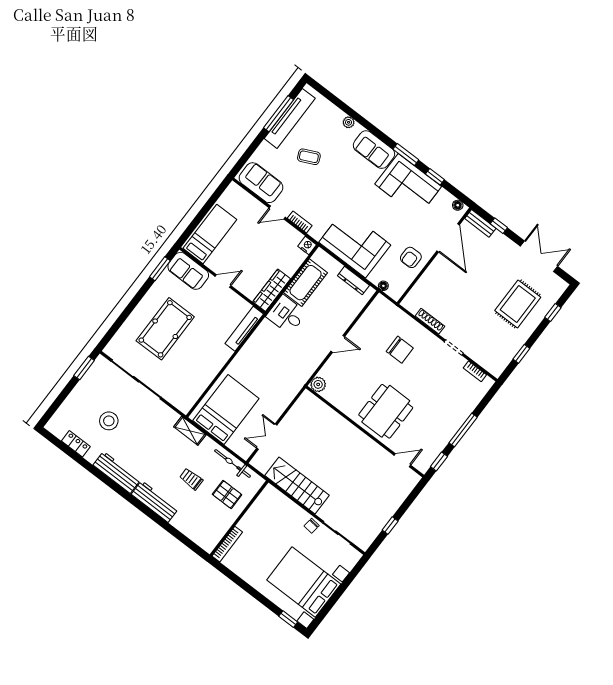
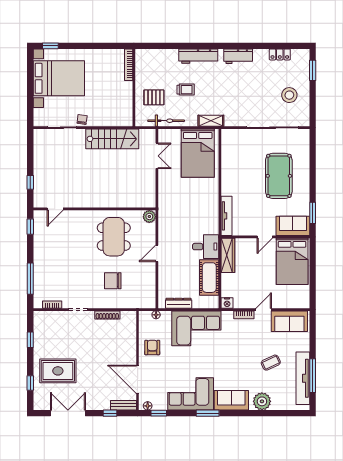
plant: (349, 122) -> (262, 401), width x1.88, depth x1.88
window: (435, 177) -> (159, 413), moved
bed: (210, 234) -> (292, 261), width x1.50
double door: (539, 256) -> (68, 413), swing flipped
rug: (518, 304) -> (58, 371), turned 90
window: (84, 368) -> (313, 70), moved
dining table: (386, 411) -> (114, 237), moved
stool: (109, 421) -> (289, 95), moved
window: (463, 430) -> (30, 279), moved
workbench: (117, 472) -> (238, 56), width x0.73
window: (390, 526) -> (30, 182), moved

